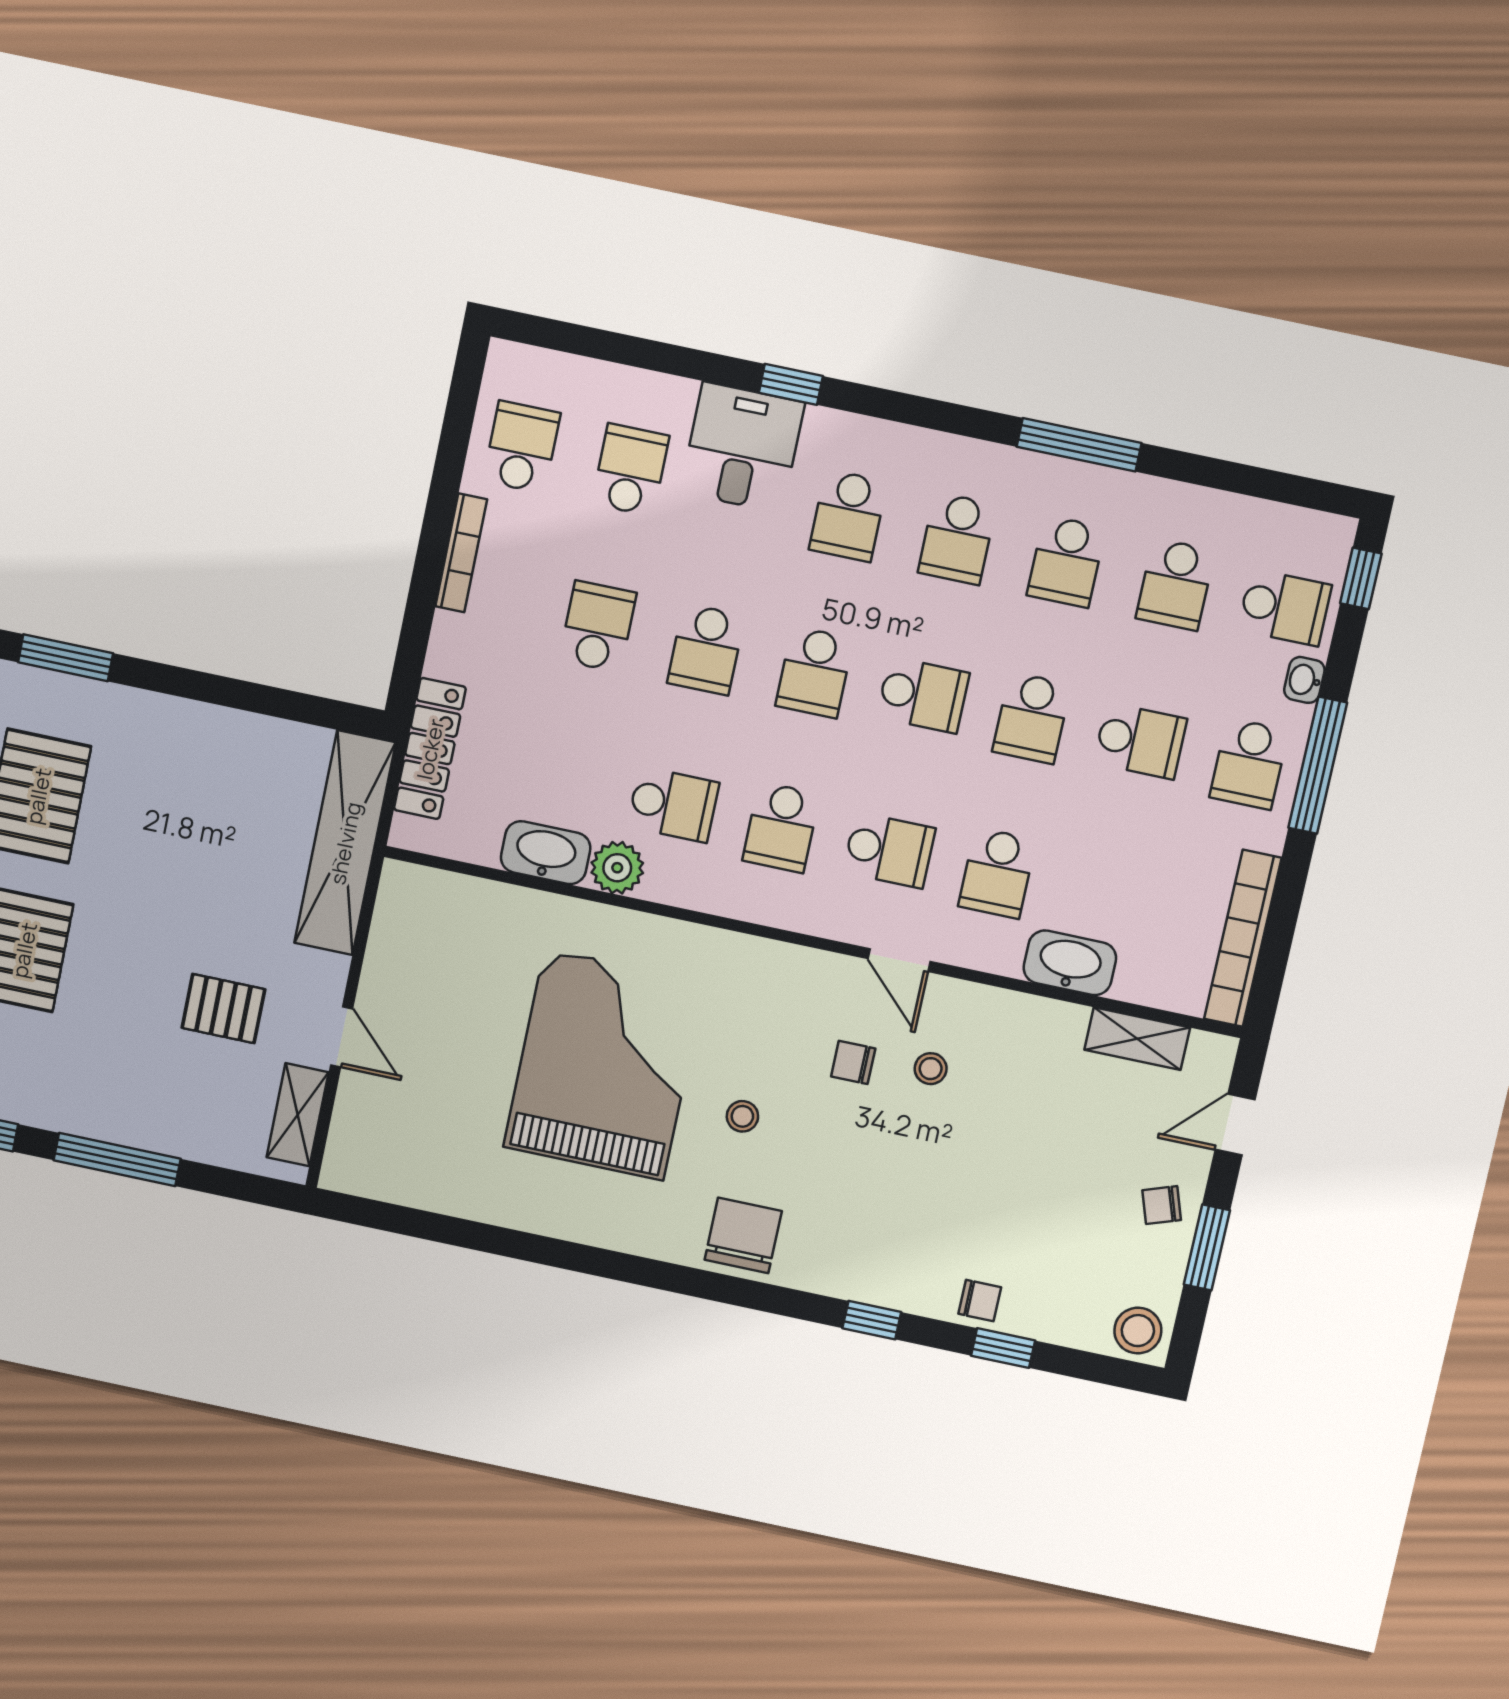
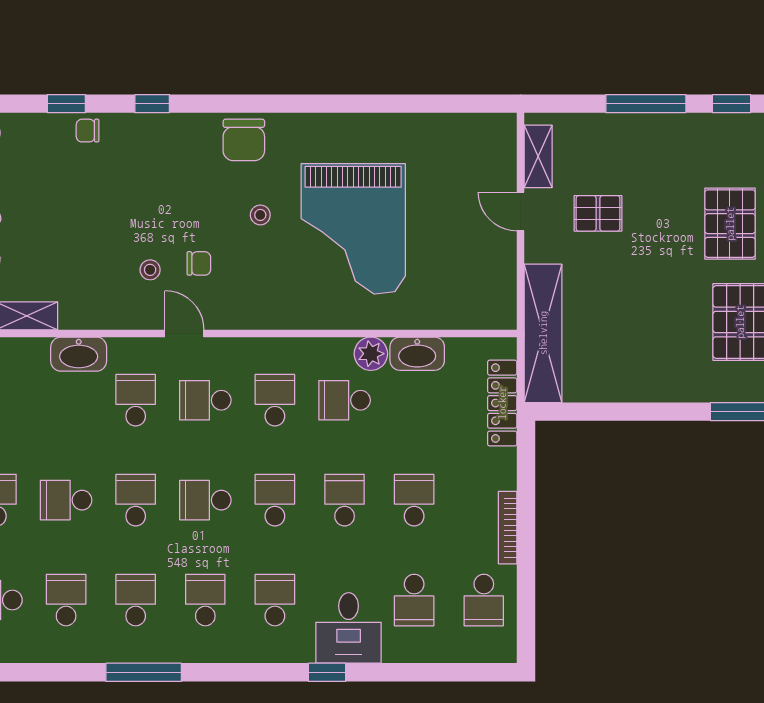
school desk: (598, 626) -> (414, 500), turned 180

